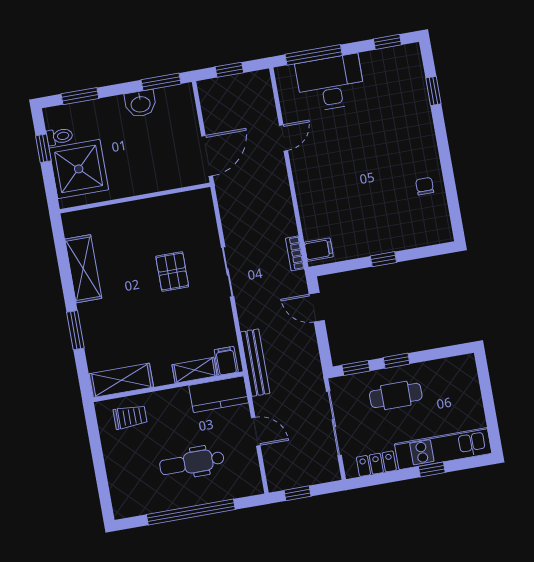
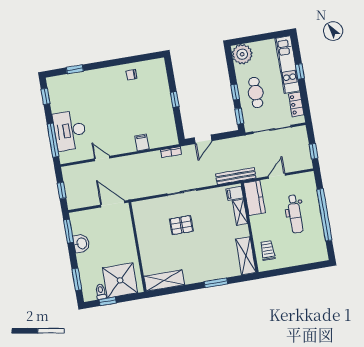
filing cabinet: (319, 250) -> (142, 142), moved
shelving: (83, 269) -> (164, 281), moved
plant: (460, 372) -> (242, 54), added

